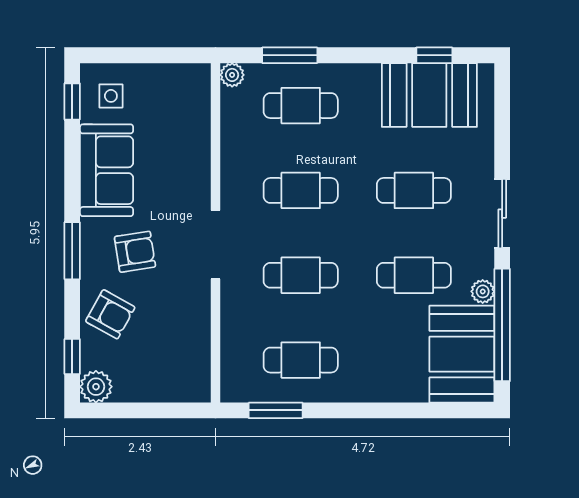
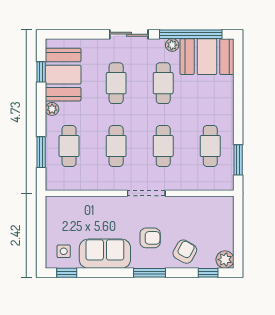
plant: (232, 75) -> (52, 109), moved
armchair: (135, 252) -> (150, 238), turned 99

